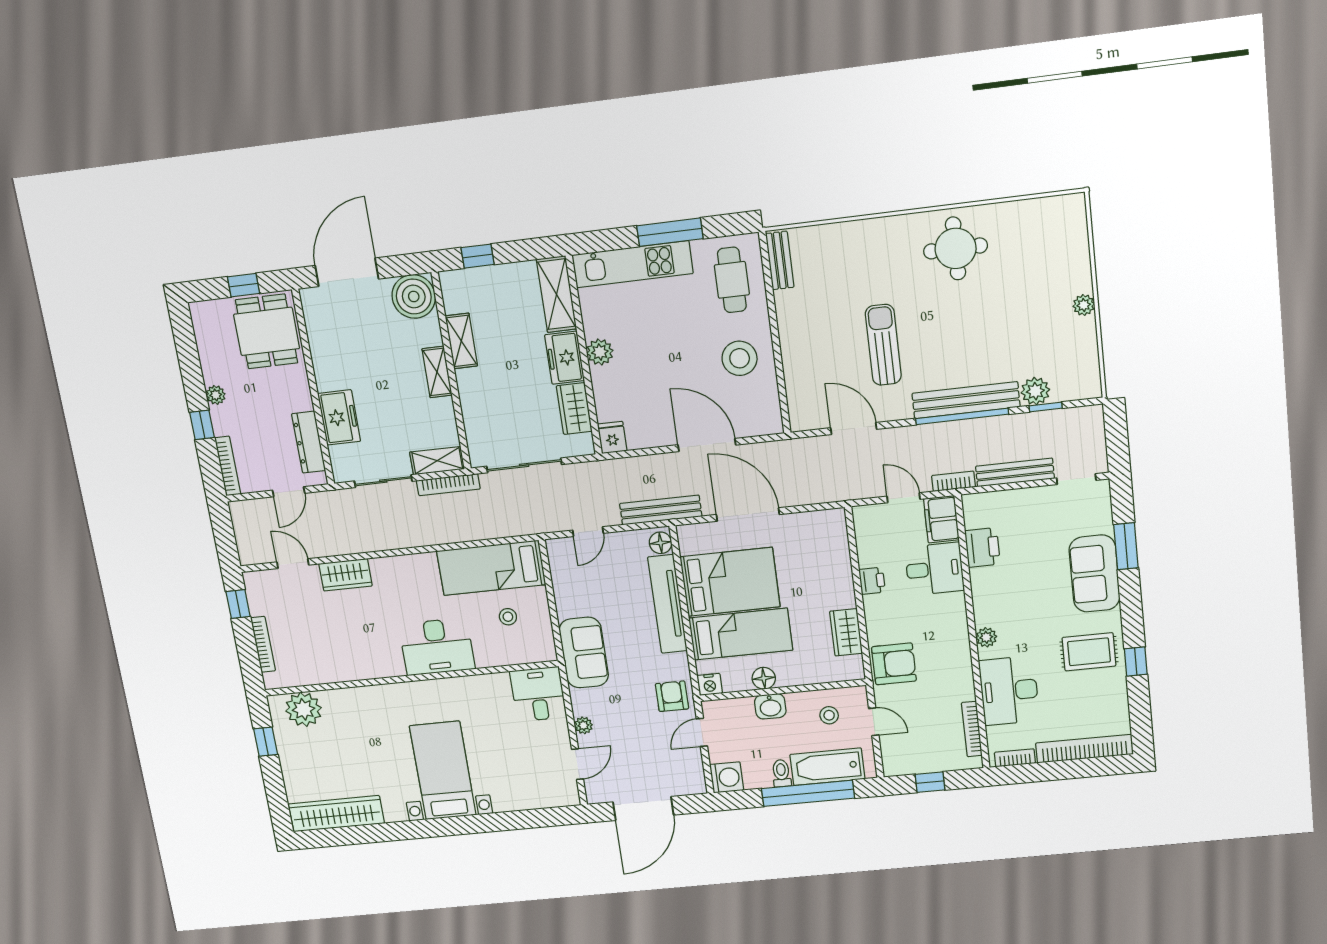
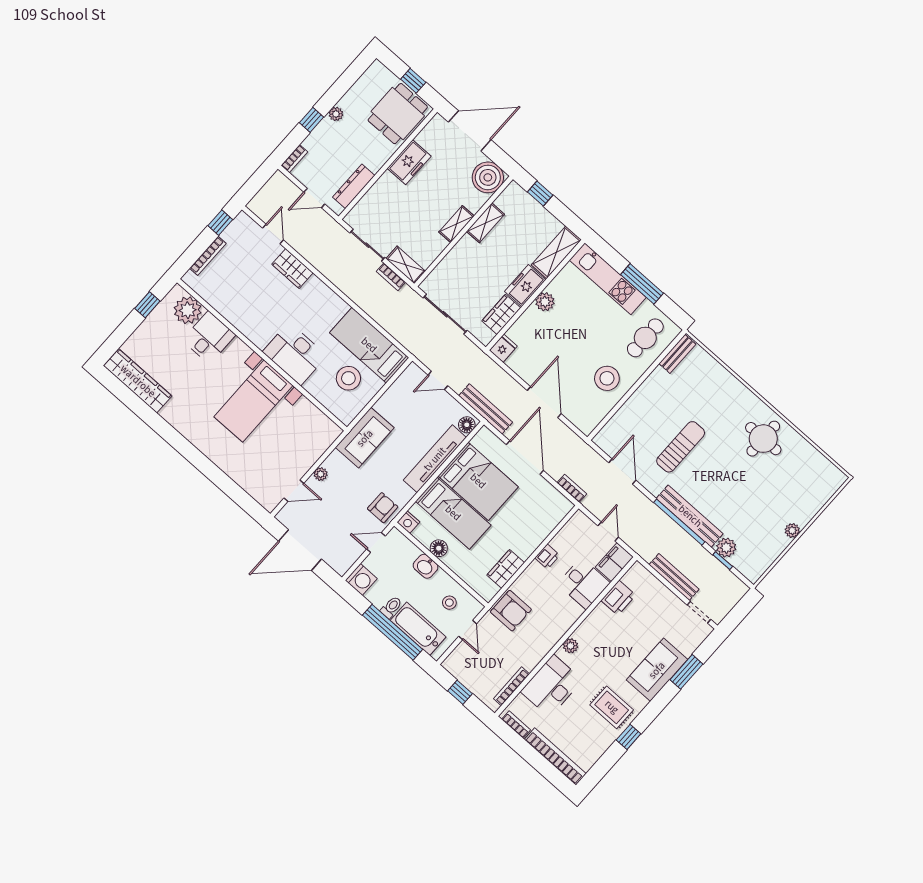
freezer: (339, 417) -> (409, 162), moved
bookcase: (228, 466) -> (294, 159), width x0.64
bookcase: (953, 481) -> (572, 488), moved
bookcase: (448, 485) -> (391, 277), width x0.64
stool: (508, 617) -> (348, 378), width x1.89, depth x1.89
desk: (538, 694) -> (209, 337), moved
bed with nightstands: (443, 771) -> (253, 401), moved, turned 180

